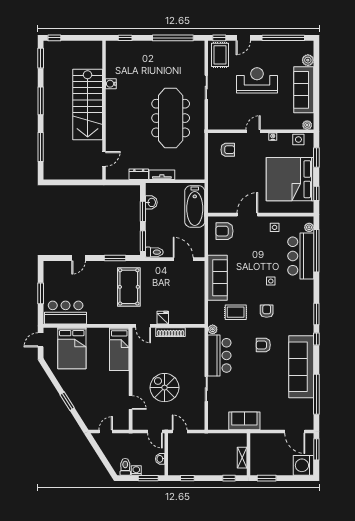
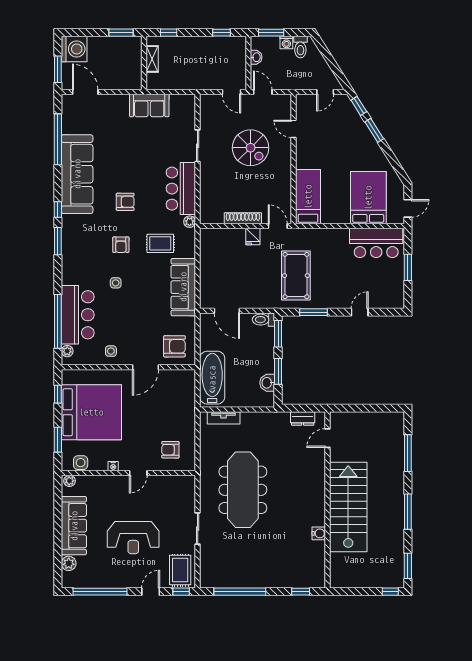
dresser: (139, 174) -> (303, 418), moved
tv unit: (162, 175) -> (224, 418), moved
window: (79, 420) -> (359, 106), added

